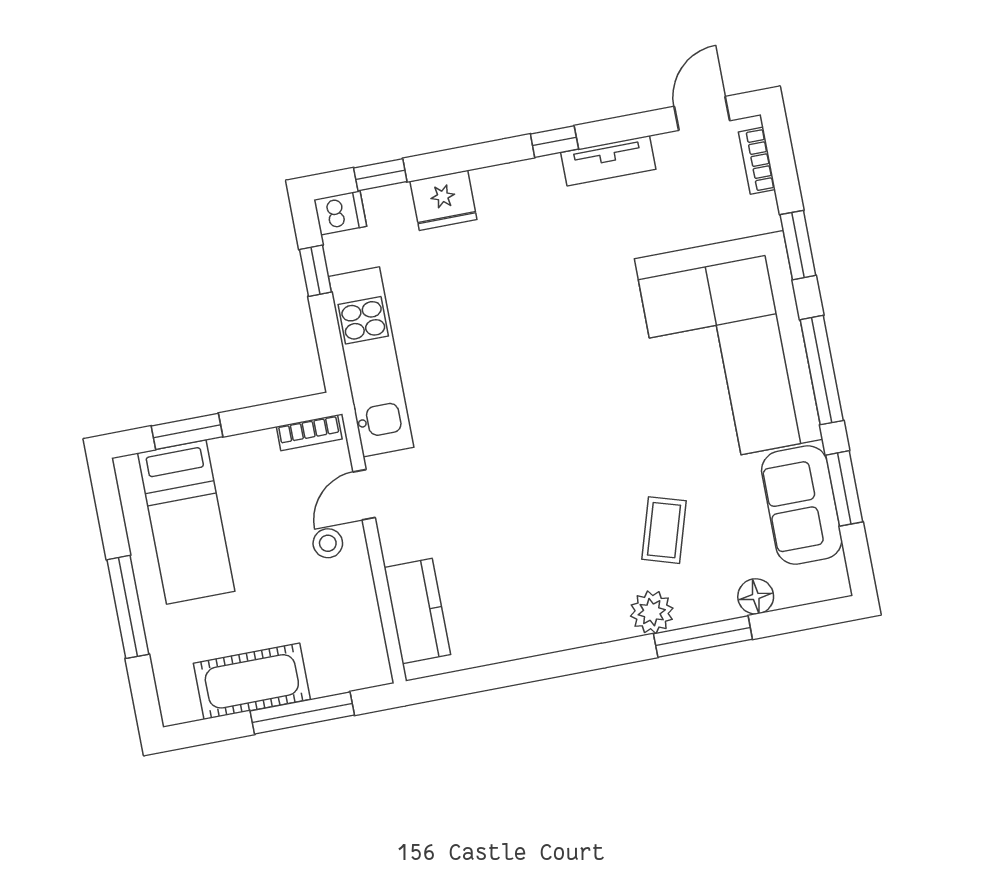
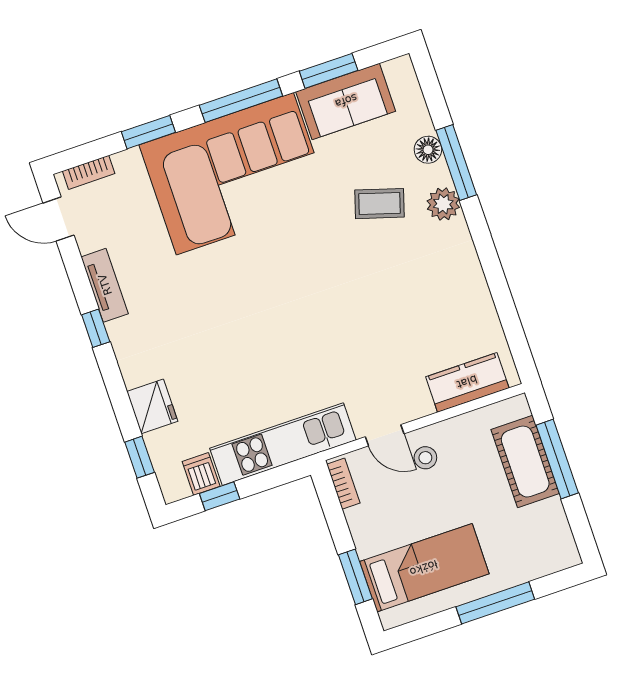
dishwasher: (340, 213) -> (201, 474), moved
floor lamp: (756, 596) -> (428, 150), moved
cot: (252, 681) -> (525, 462), moved

